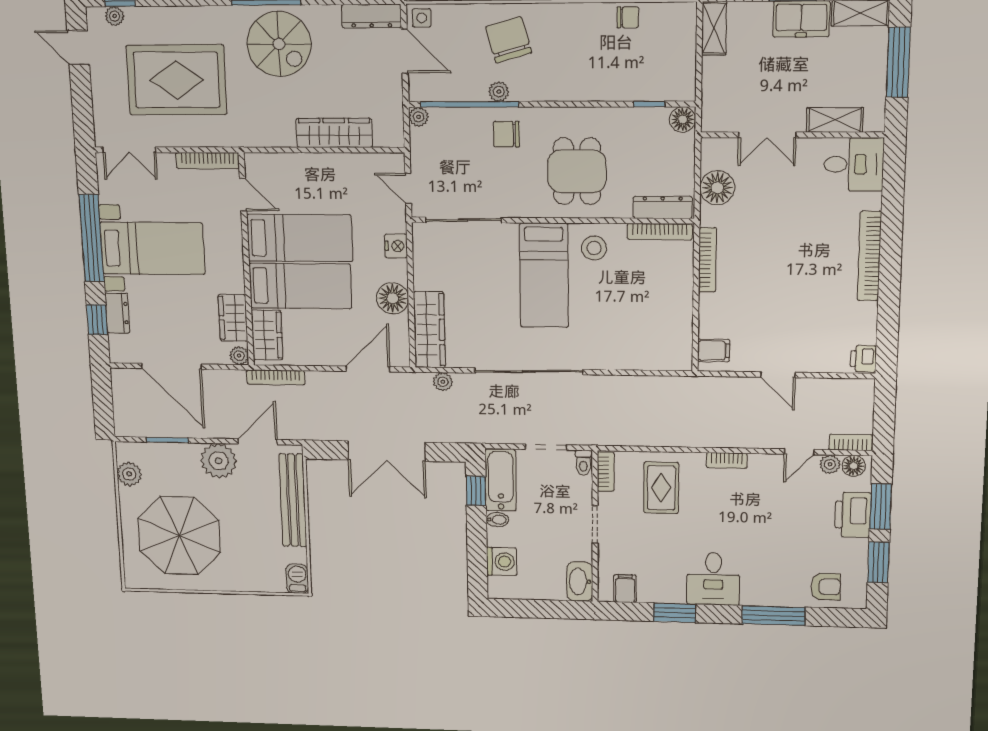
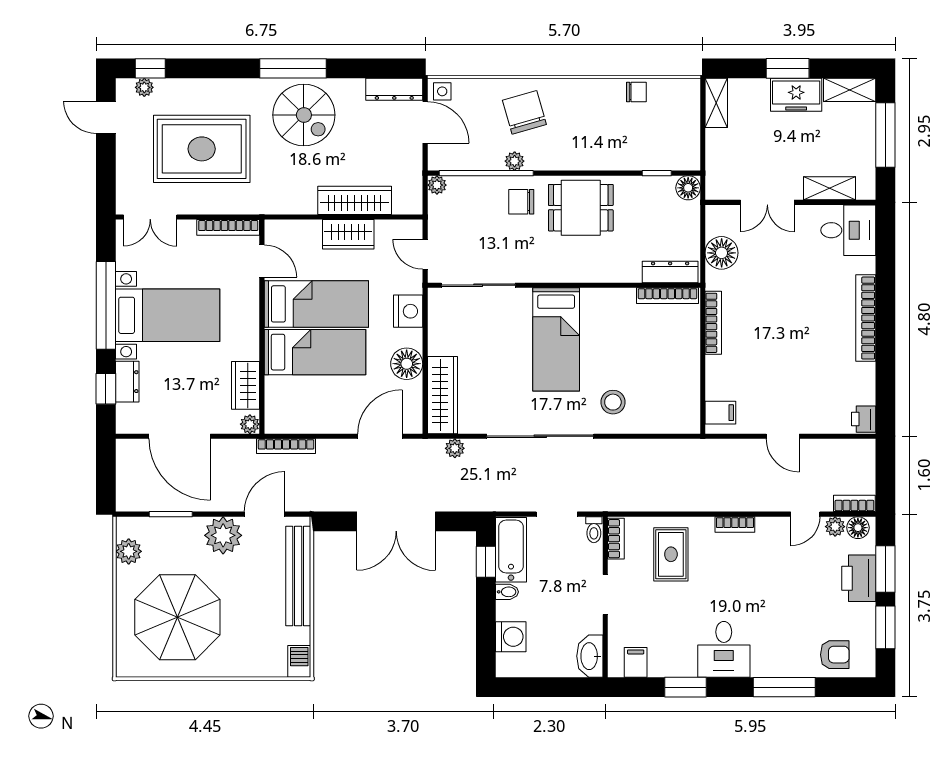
dining table: (577, 171) -> (581, 208), moved, turned 90
nightstand: (396, 246) -> (408, 311), width x1.36, depth x1.33
stool: (594, 248) -> (613, 402), moved
wardrobe: (267, 335) -> (348, 234), moved, turned 90

